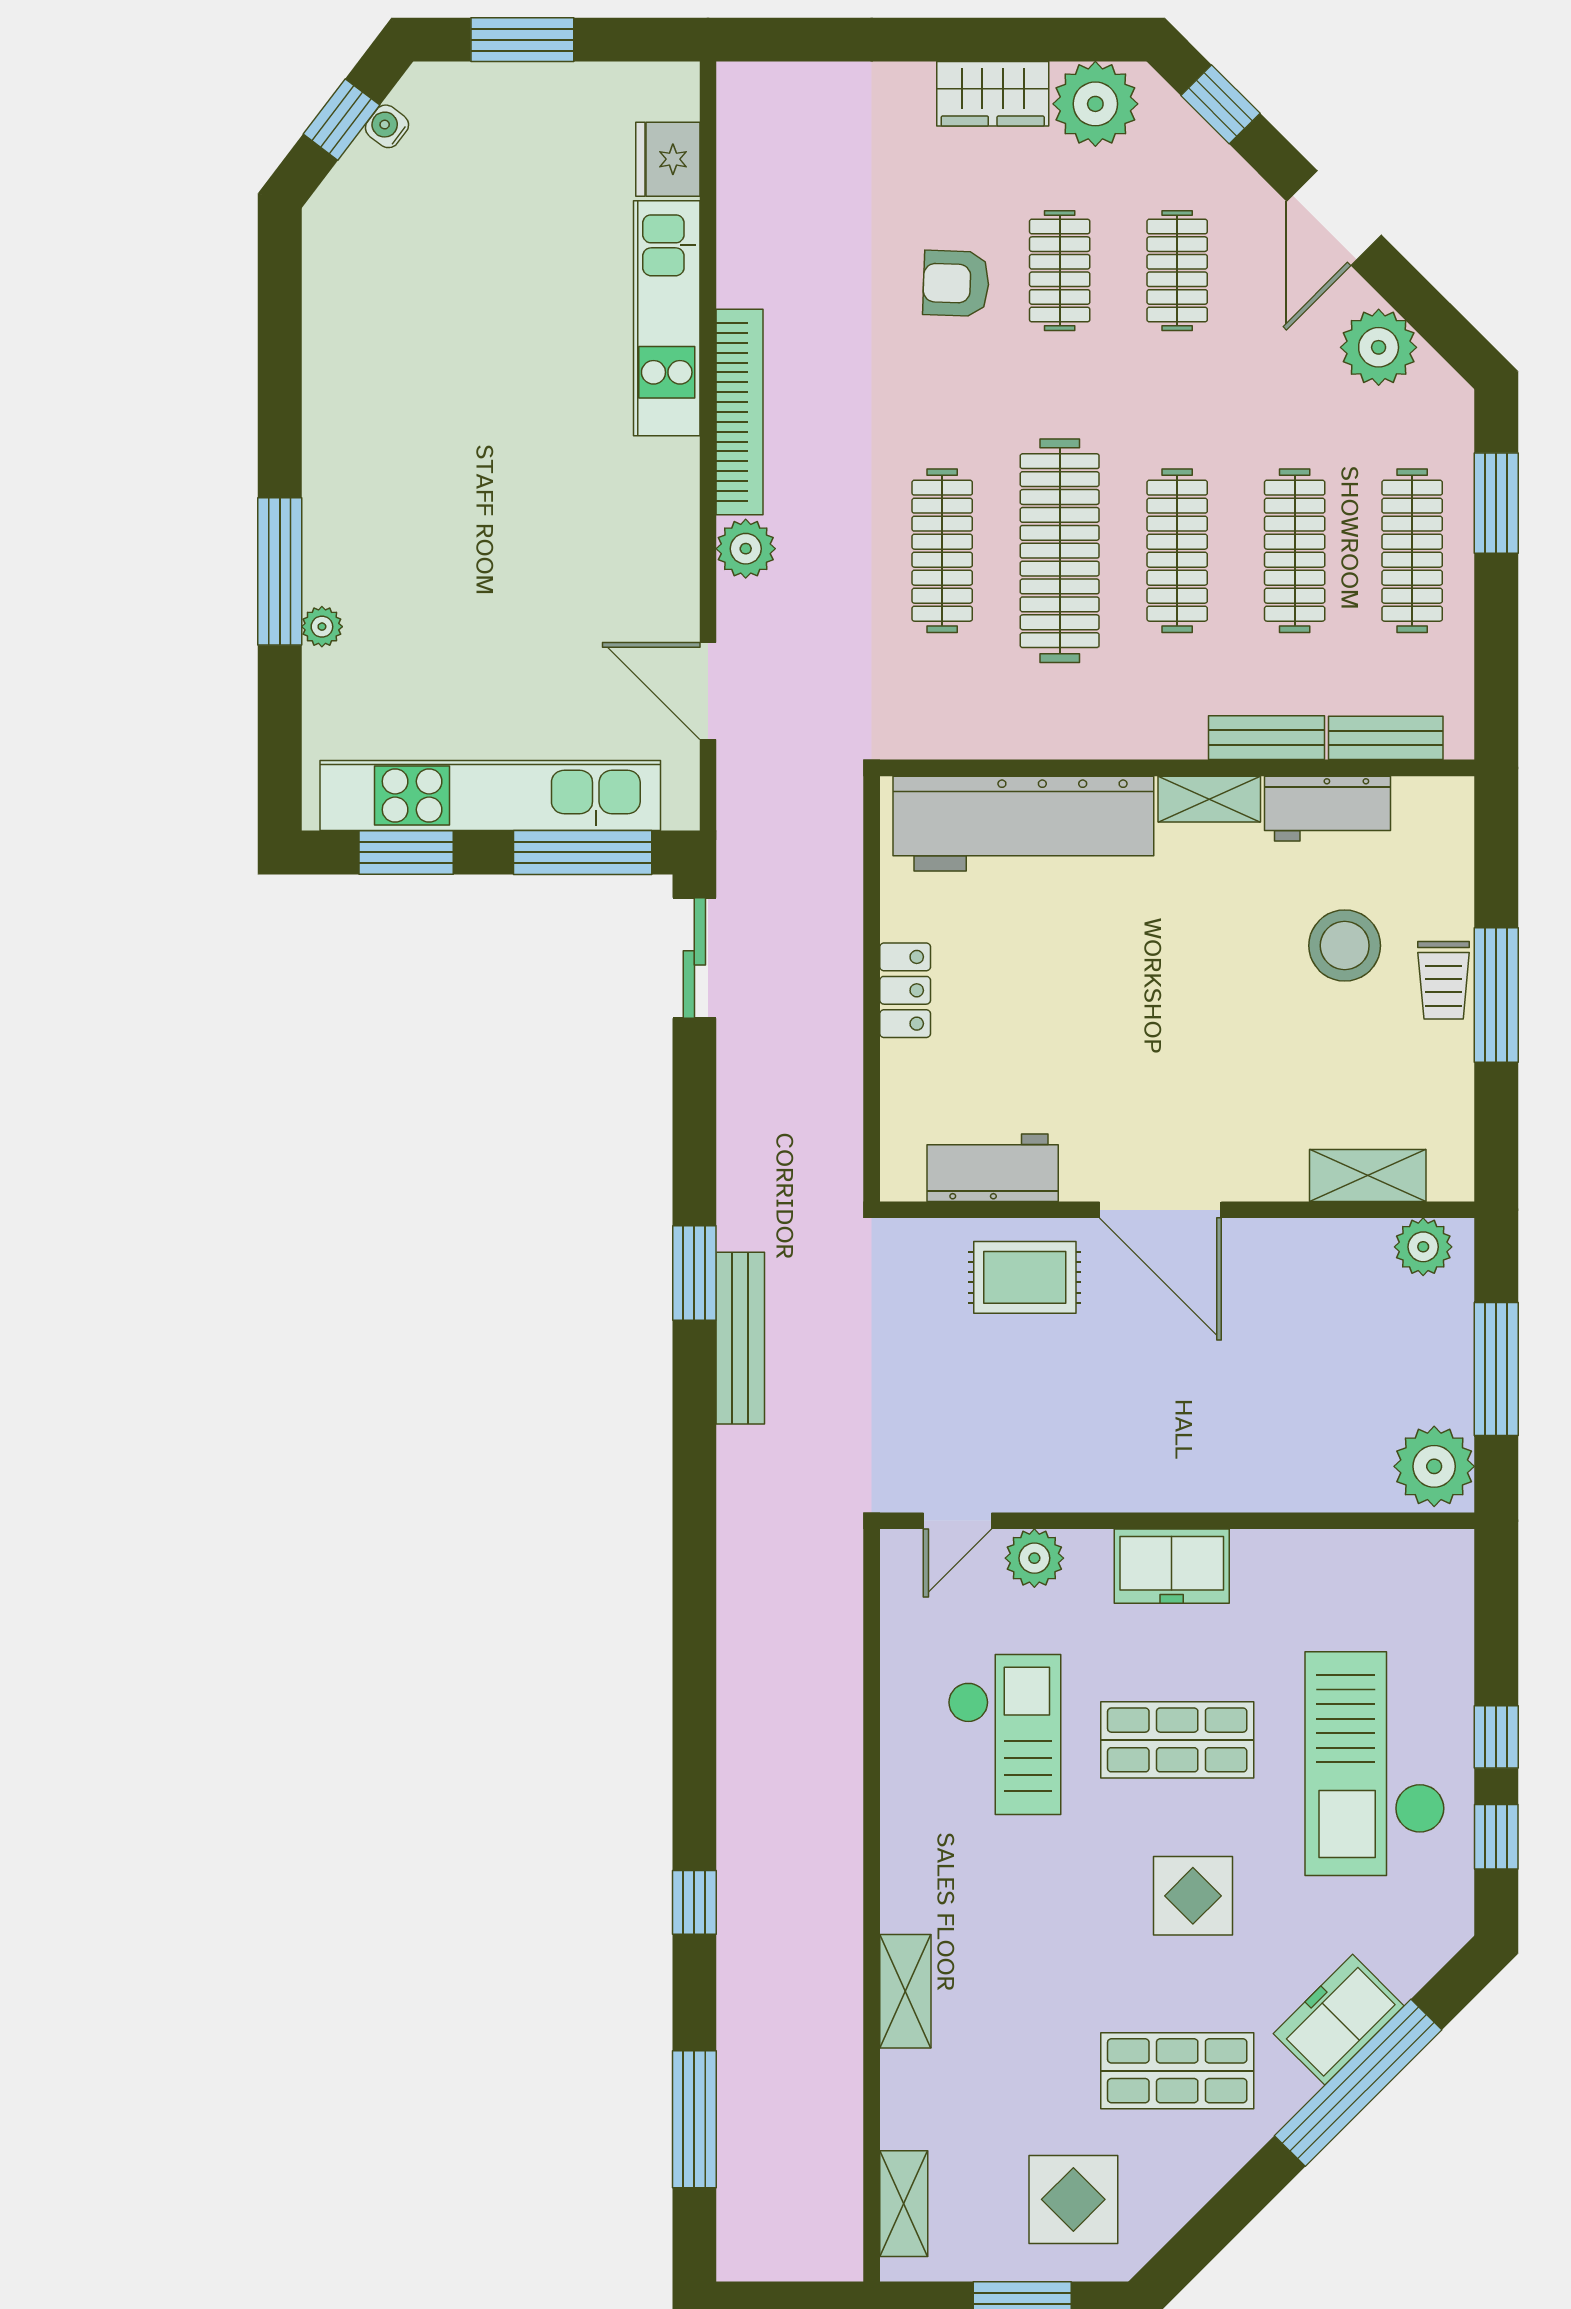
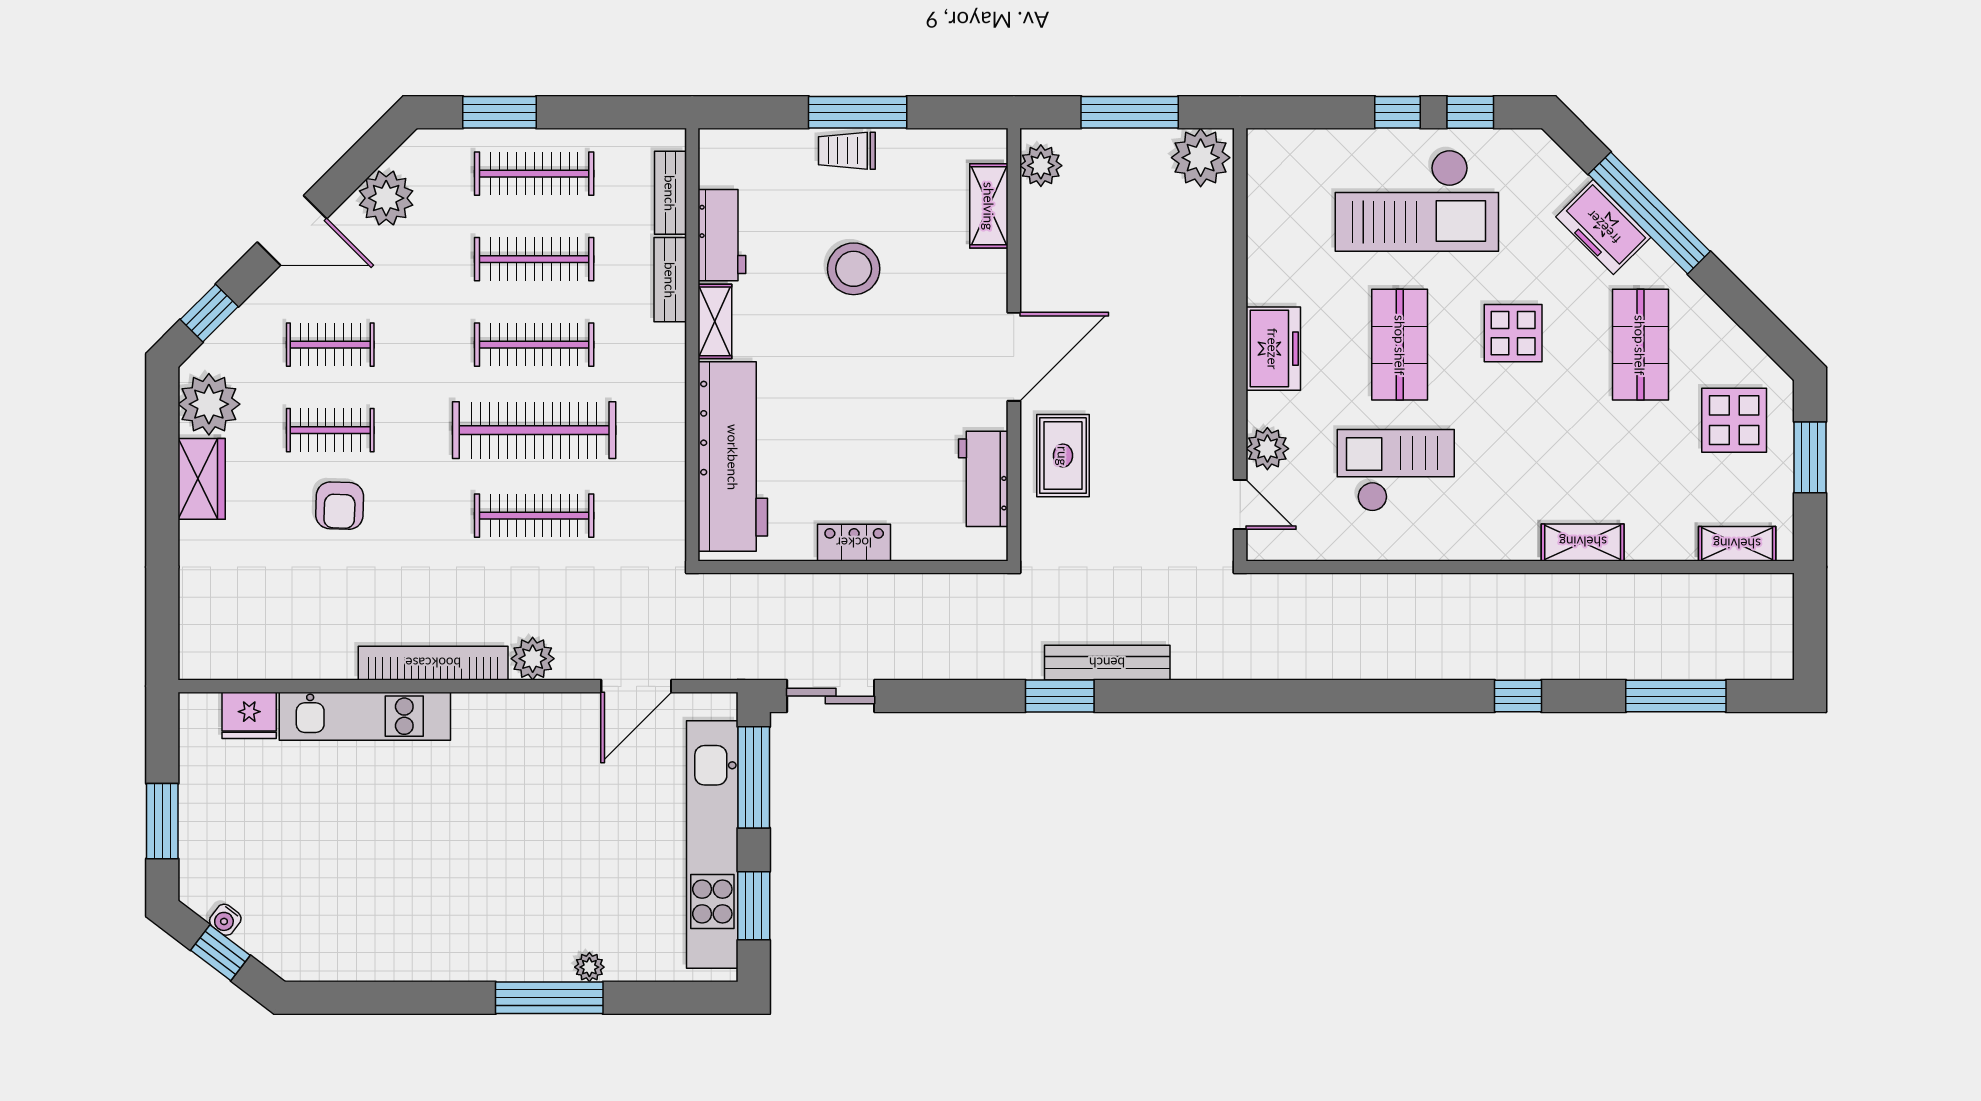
stool: (1345, 946) -> (854, 269), moved
trolley: (1444, 980) -> (847, 151), turned 180

